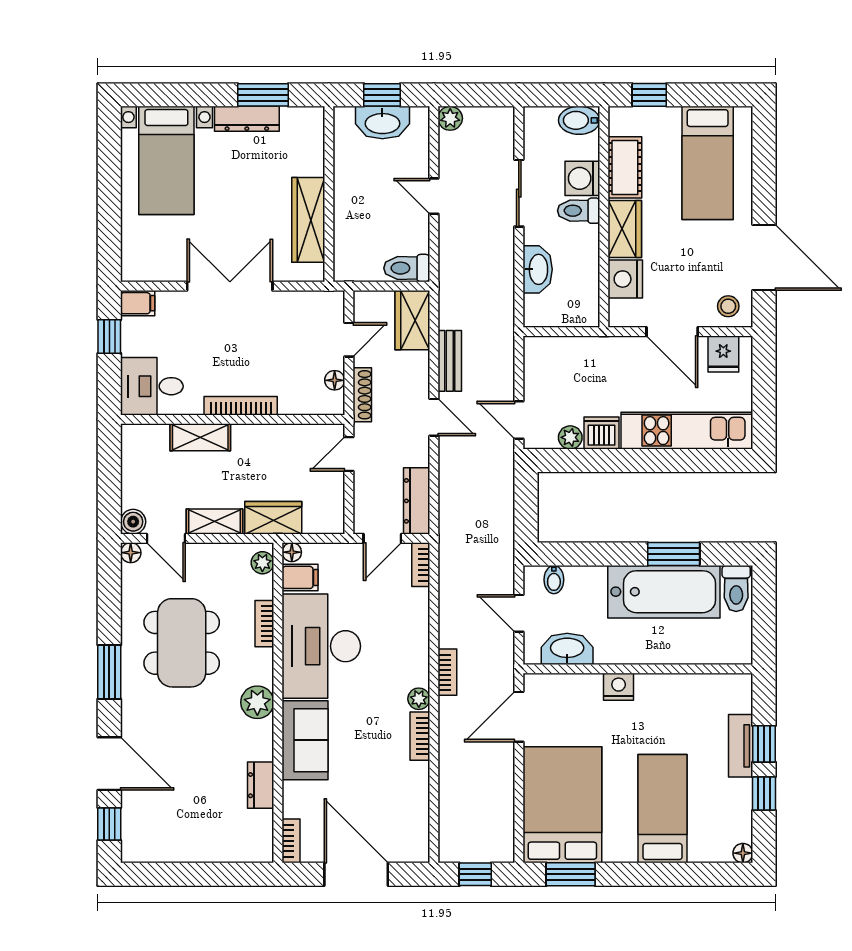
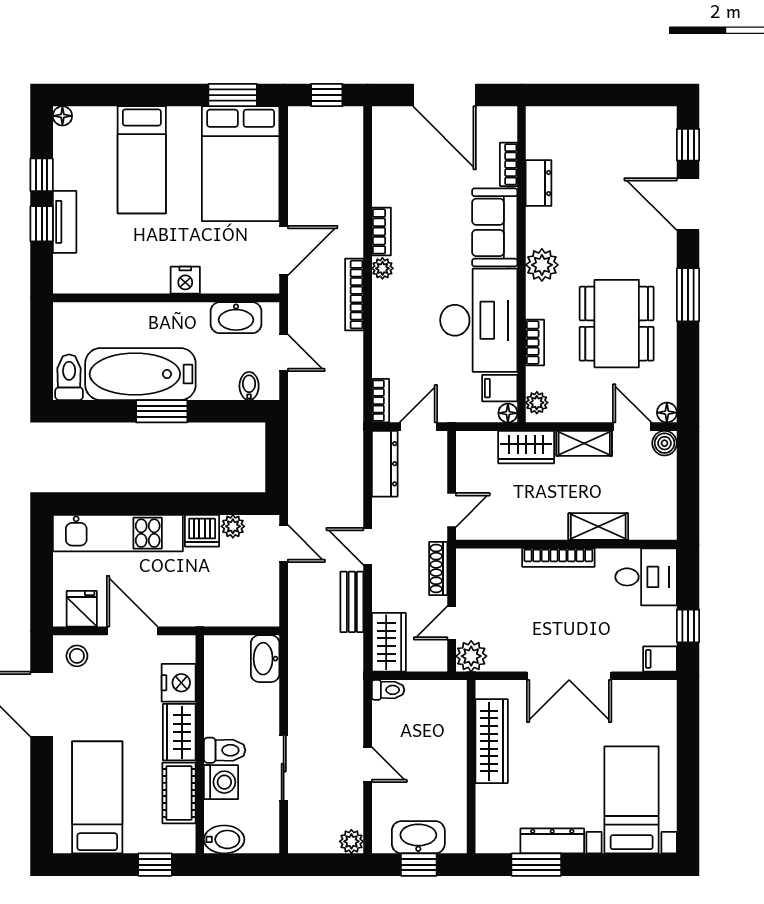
toilet: (407, 268) -> (388, 690), width x0.73, depth x0.72
washbasin: (538, 269) -> (265, 659), moved
plant: (329, 306) -> (471, 656), added
floor lamp: (335, 380) -> (465, 583), removed
window: (674, 554) -> (162, 411), moved
bookcase: (447, 672) -> (354, 295), width x1.56
bookcase: (291, 841) -> (509, 164), moved

